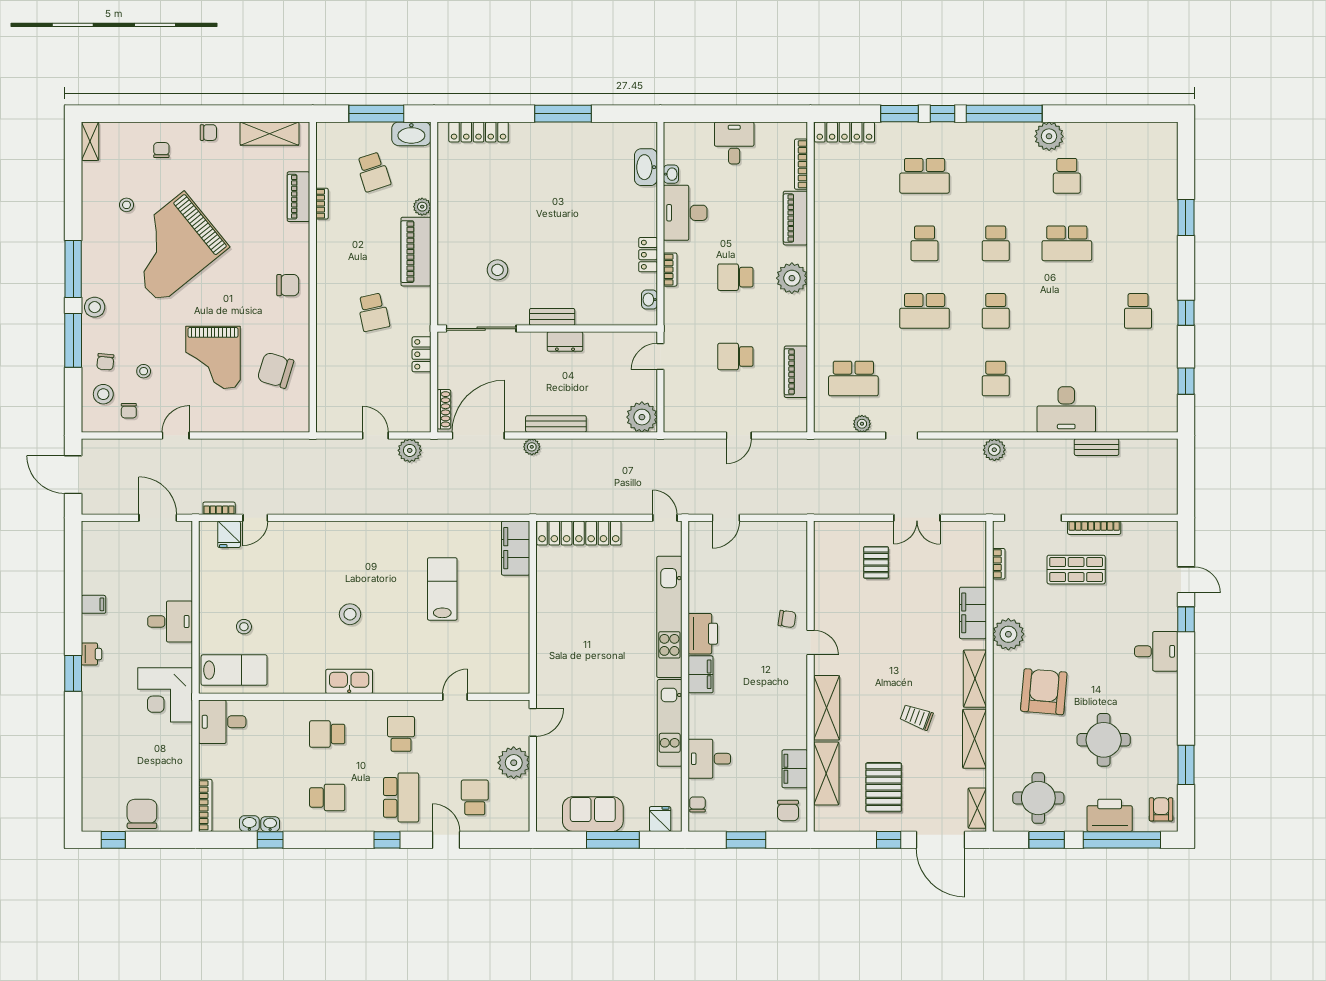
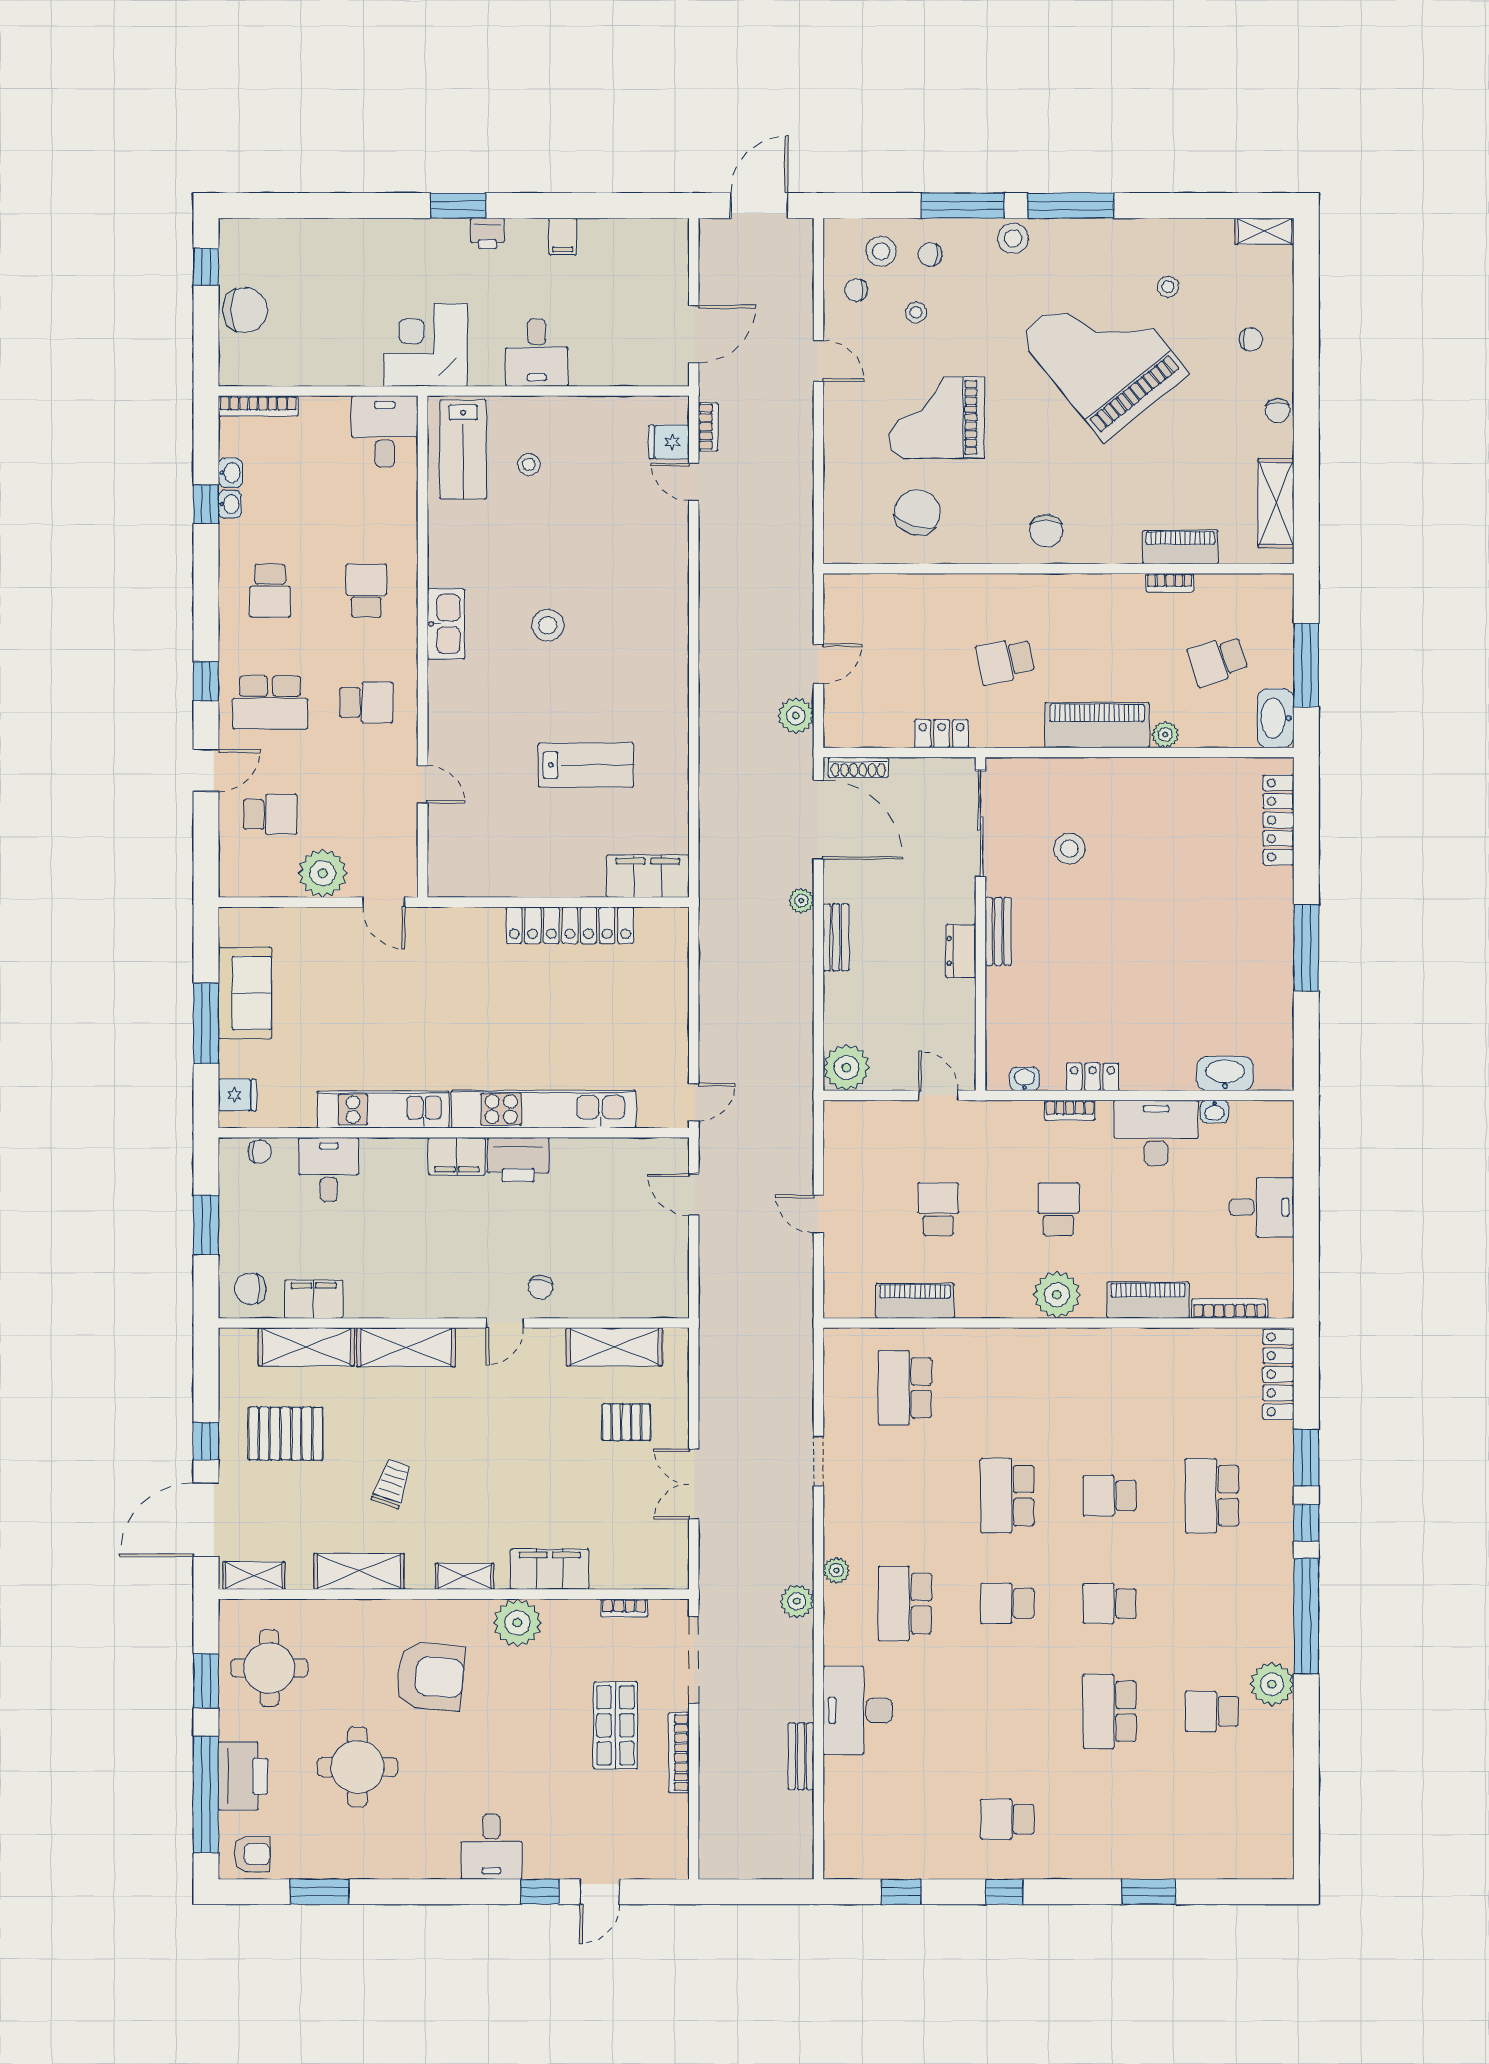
school desk: (996, 378) -> (905, 1603), width x1.85
bench: (556, 424) -> (836, 937), width x0.73
plant: (862, 424) -> (836, 1570), moved
locker: (579, 533) -> (570, 925), moved, turned -90
shelving: (826, 570) -> (614, 1347), added
shelving: (975, 679) -> (465, 1576), width x0.67, depth x0.75

